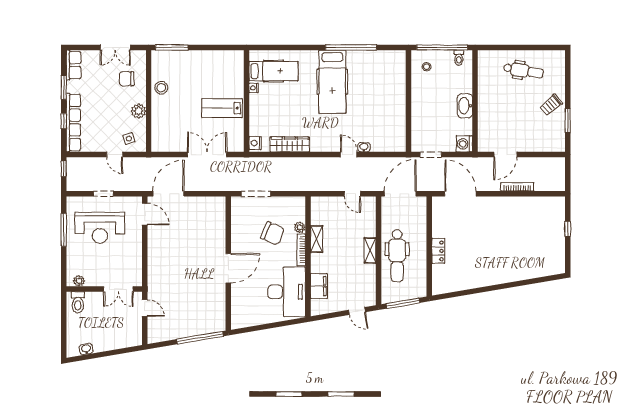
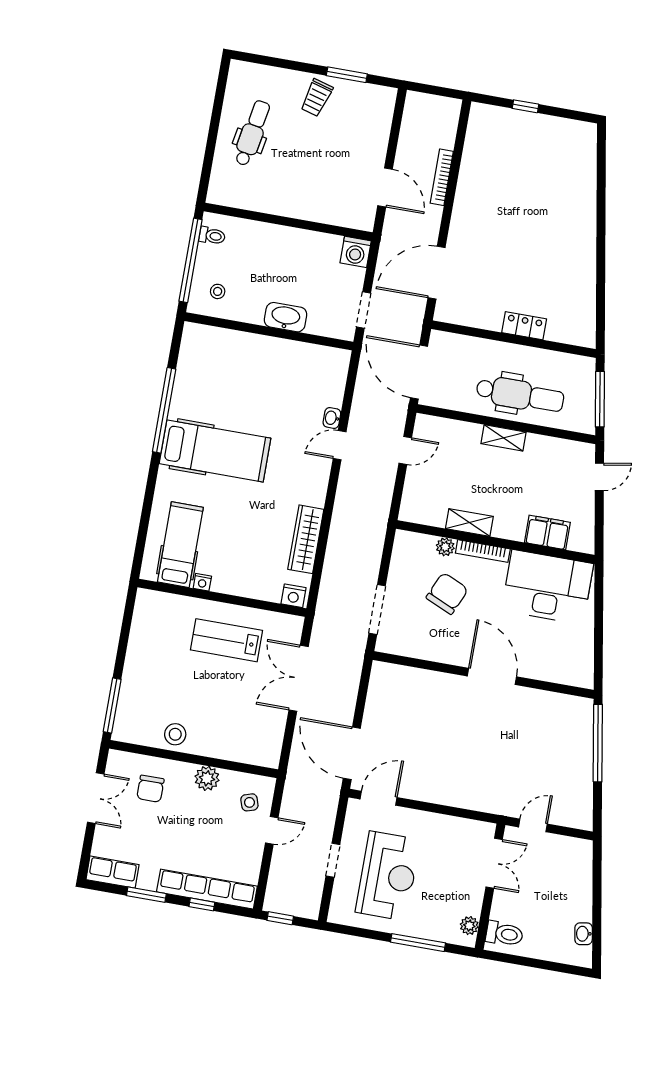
trolley: (551, 105) -> (317, 98), turned 57
washbasin: (465, 106) -> (286, 317), moved, turned 180
lab bench: (222, 108) -> (226, 640), turned 90
window: (64, 230) -> (418, 943), moved

